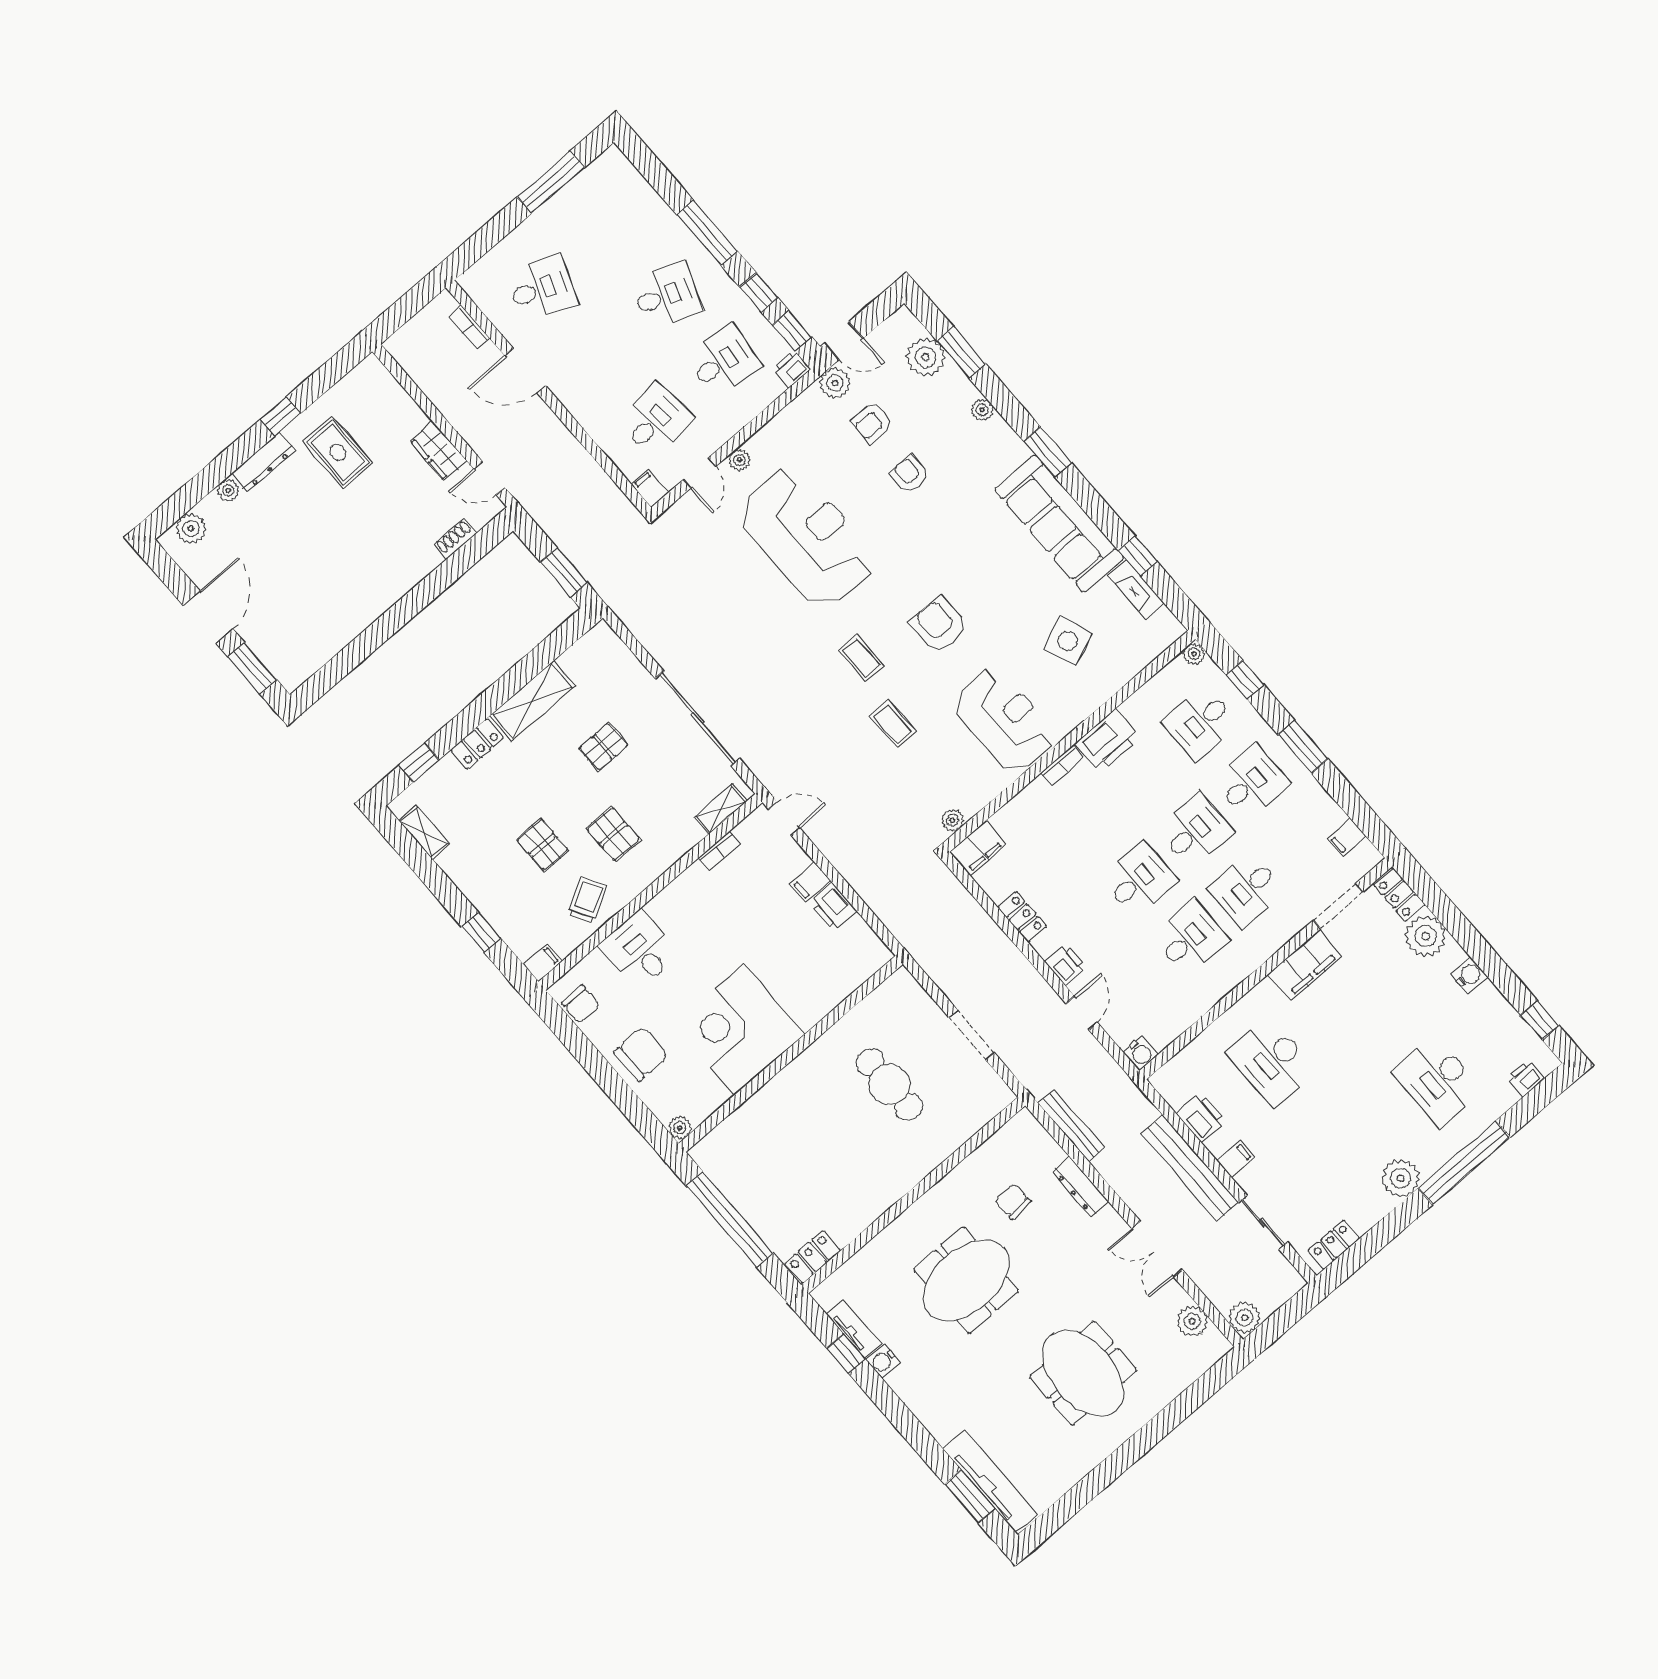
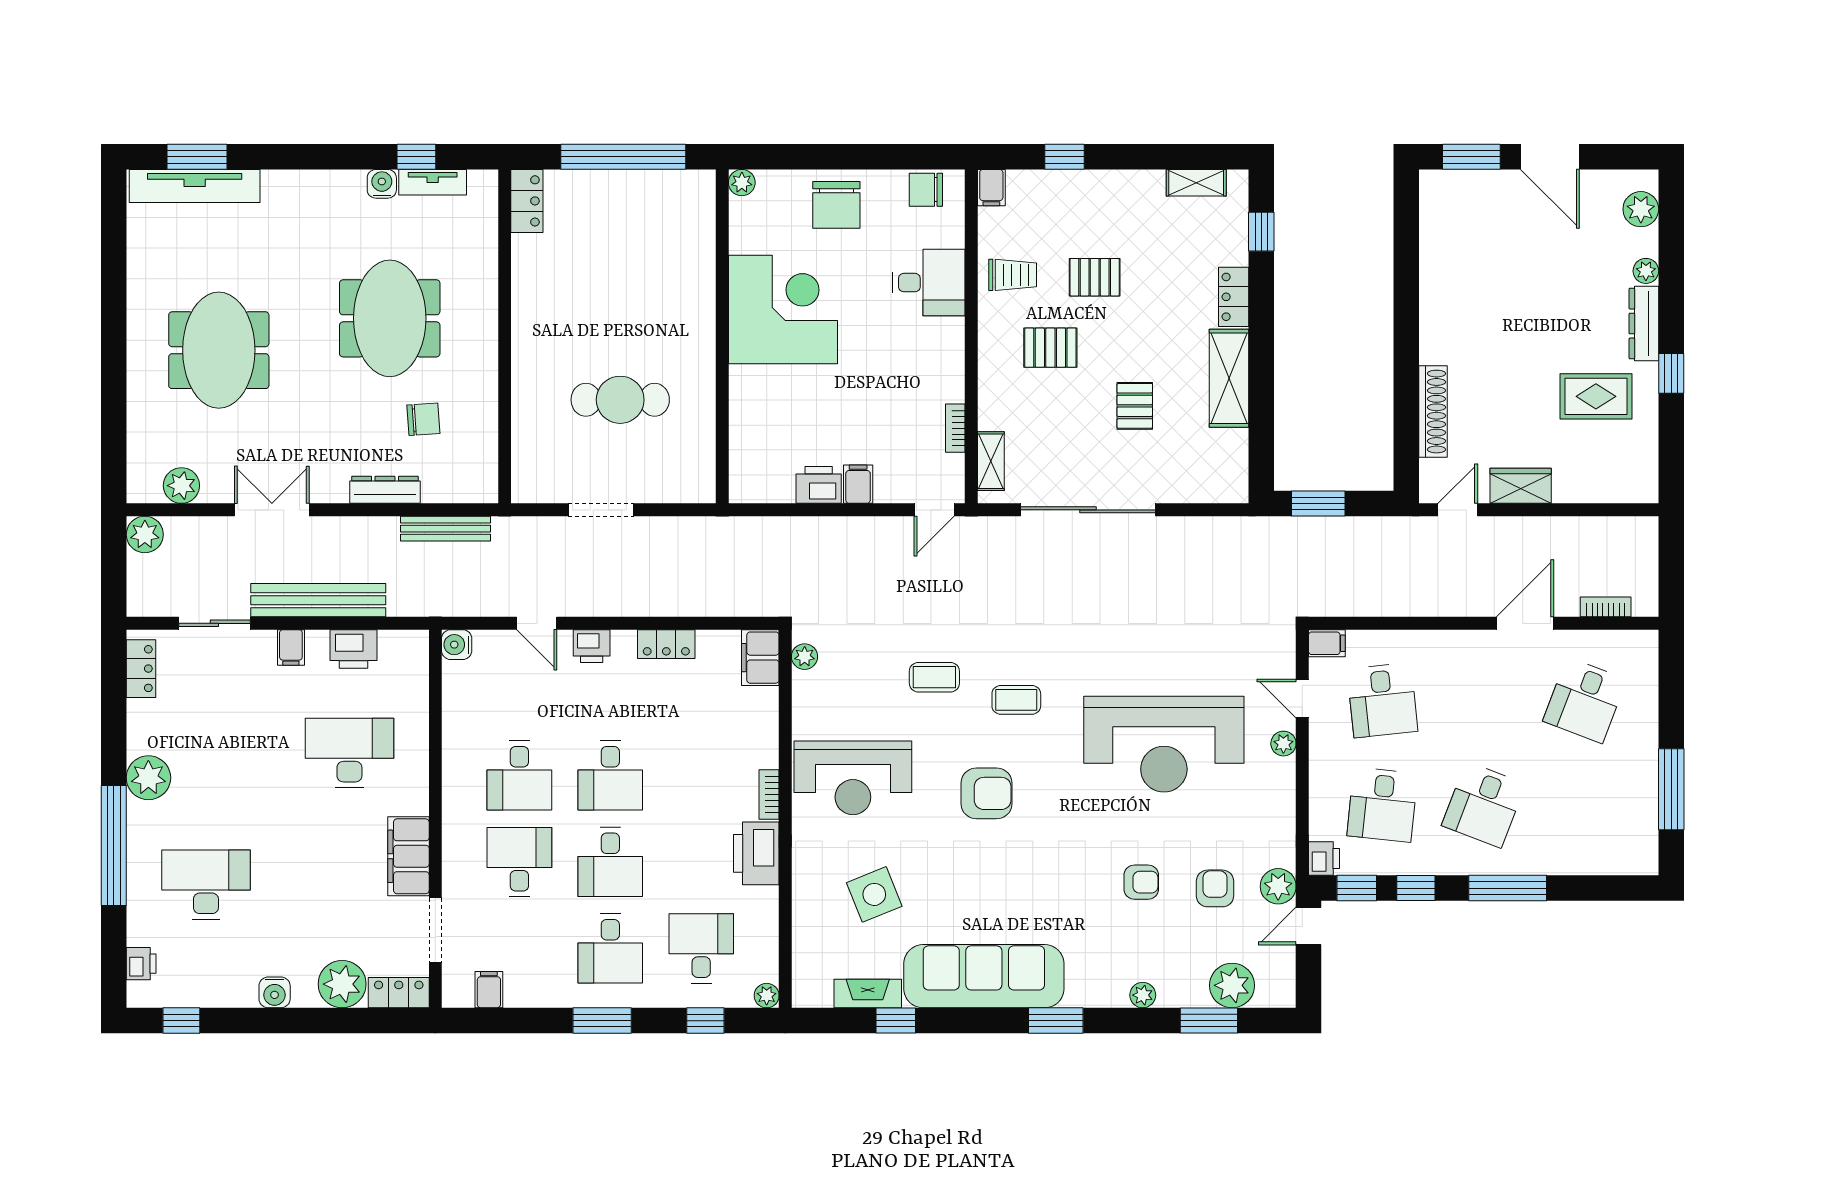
shoe rack: (455, 539) -> (1433, 412), width x1.94, depth x1.24
trolley: (587, 900) -> (1013, 275), turned -60
meeting table: (1083, 1373) -> (219, 350), turned 90

